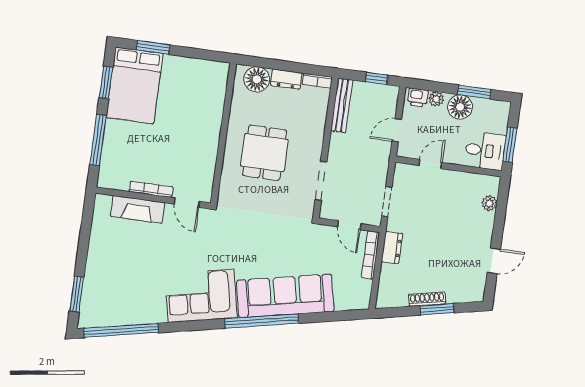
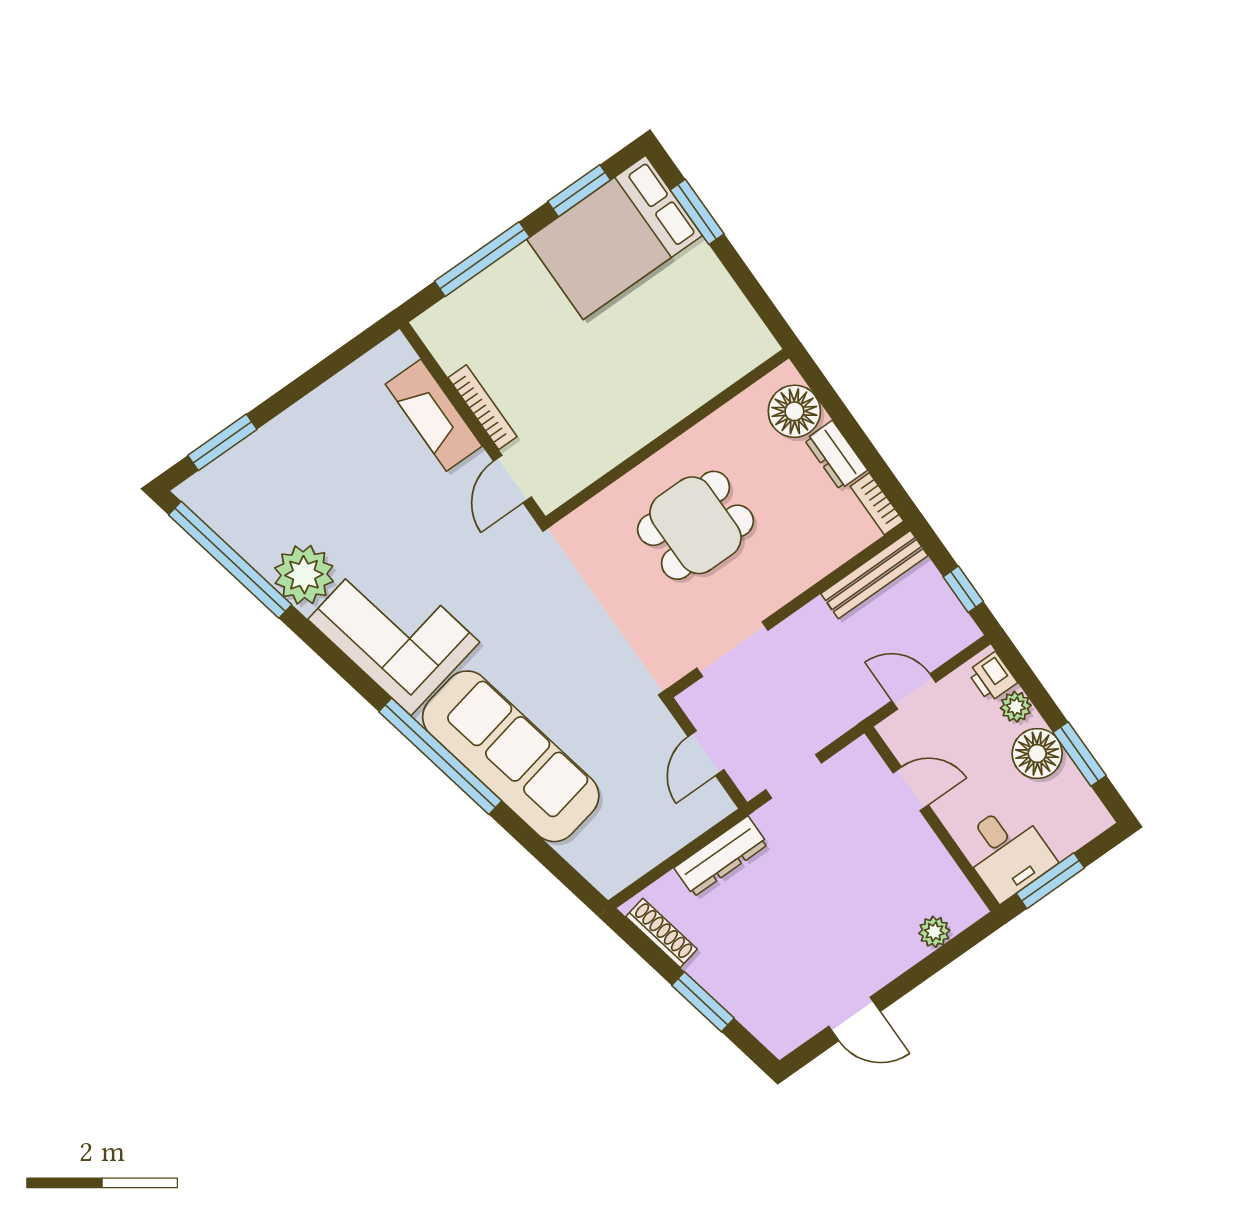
dresser: (392, 248) -> (721, 856), width x1.44
bookcase: (370, 255) -> (691, 826), removed
shoe rack: (427, 299) -> (662, 933), moved
plant: (151, 309) -> (304, 575), added

